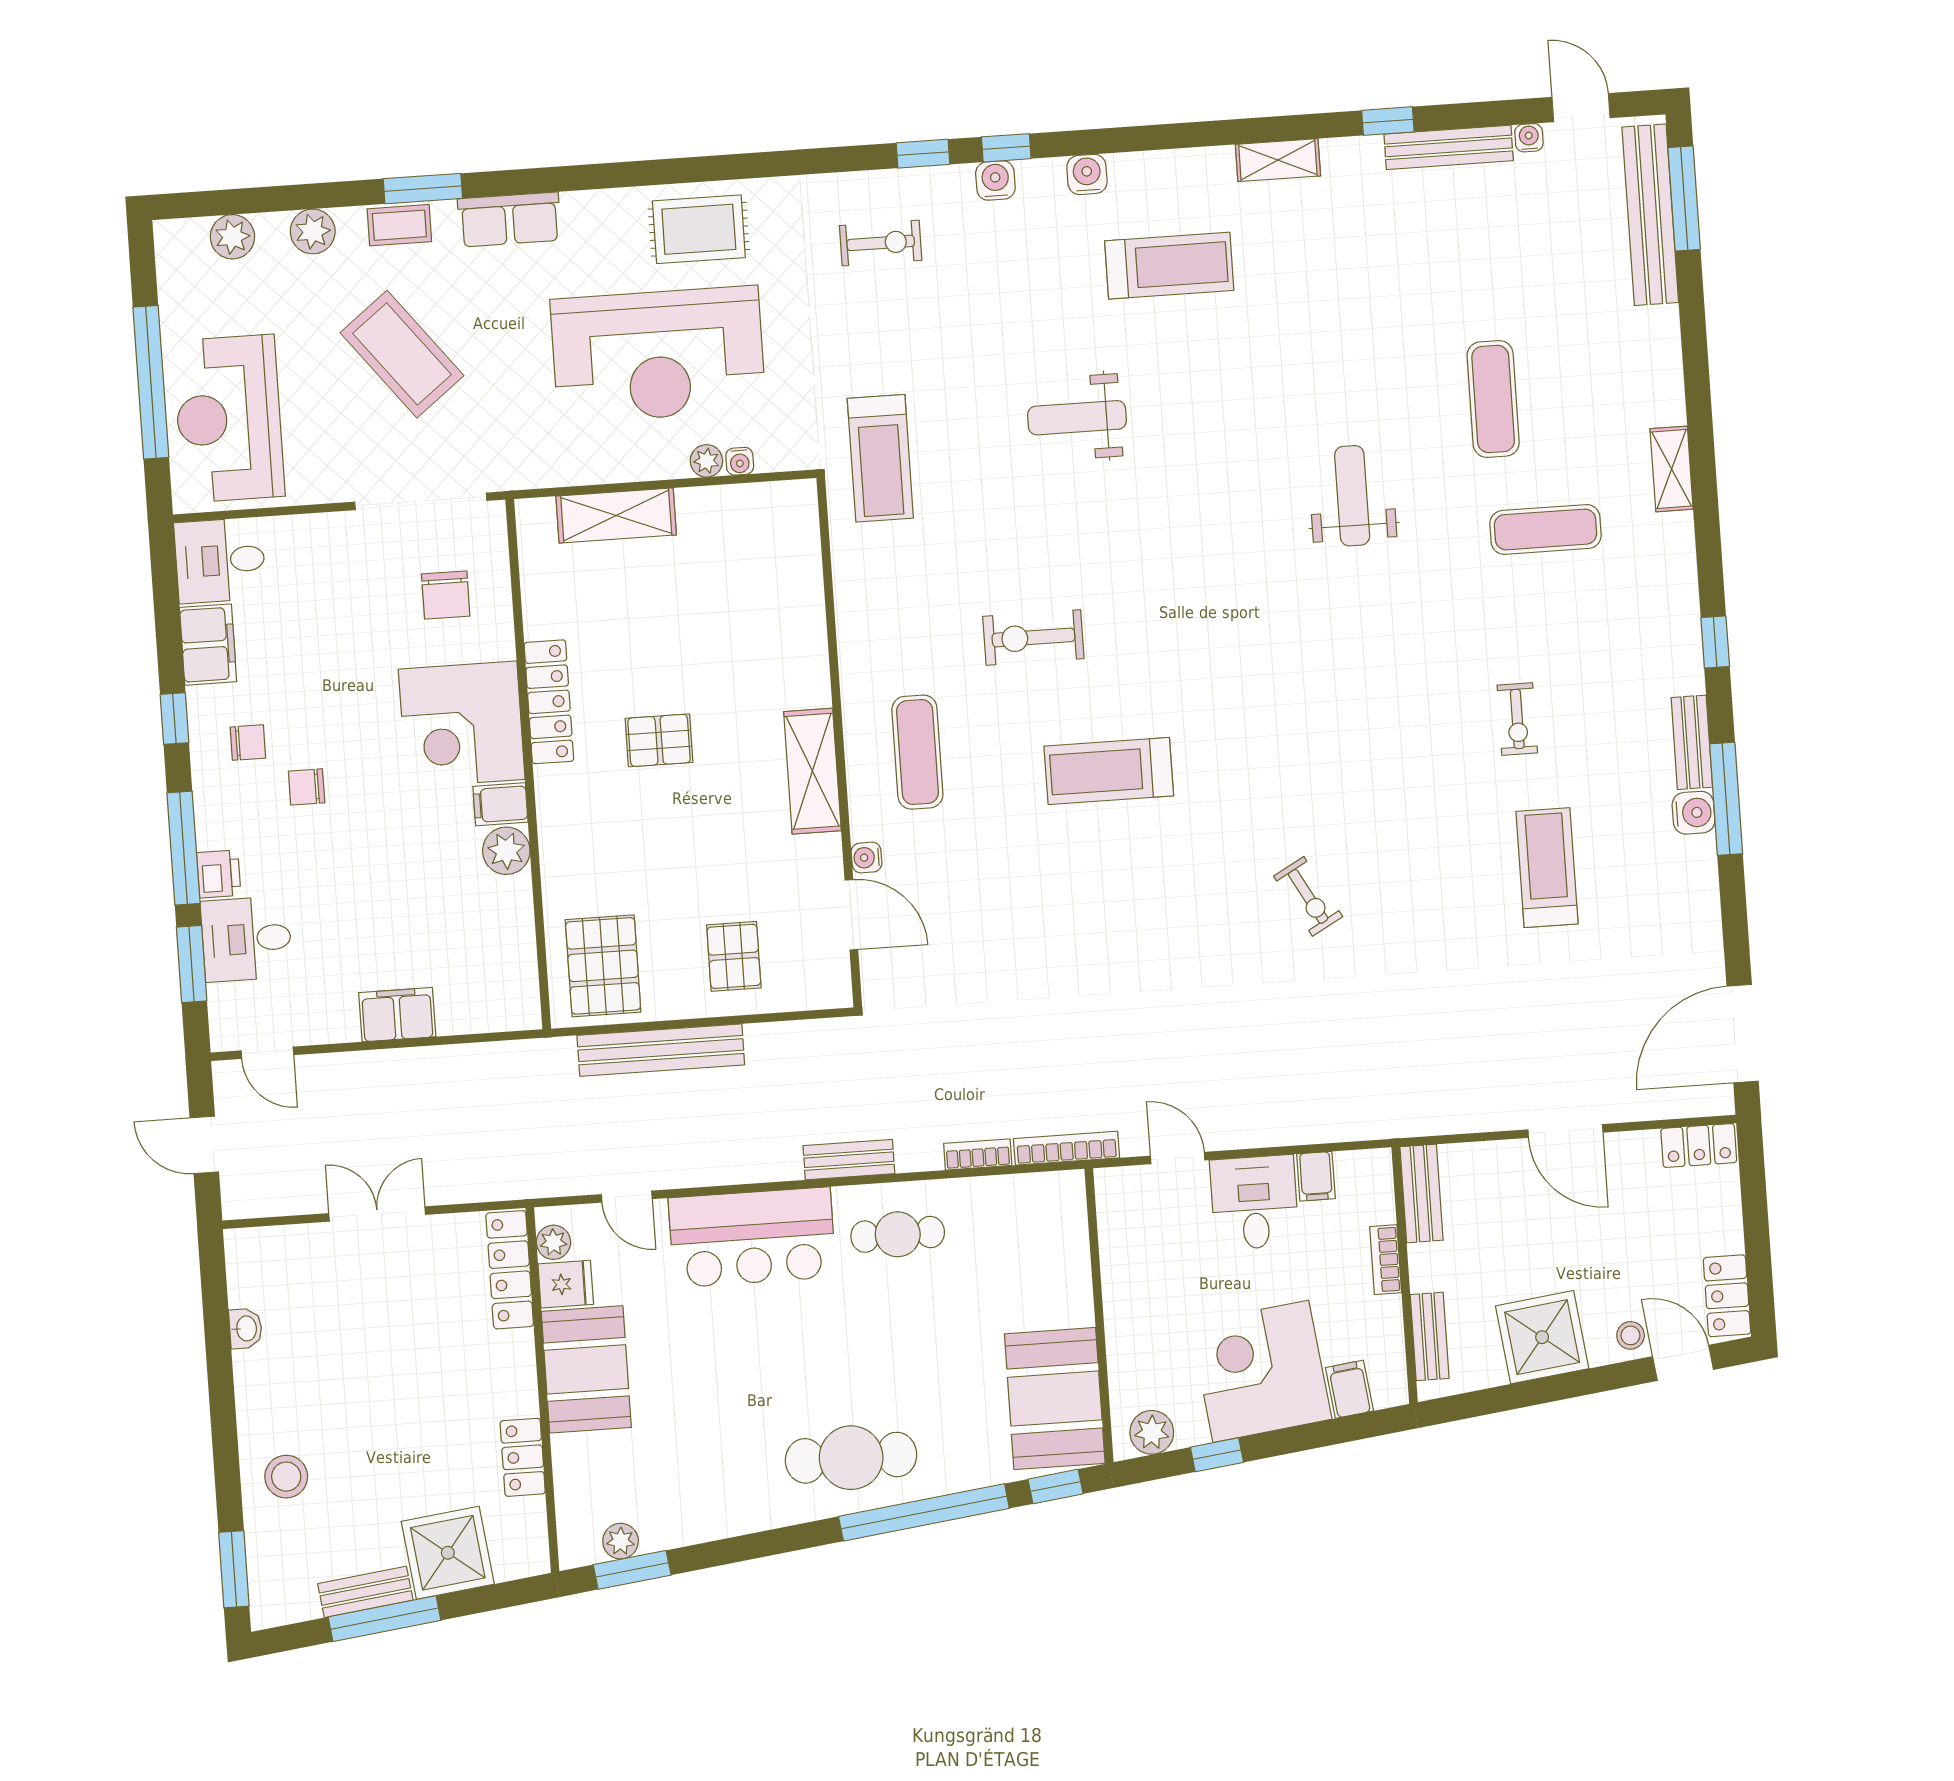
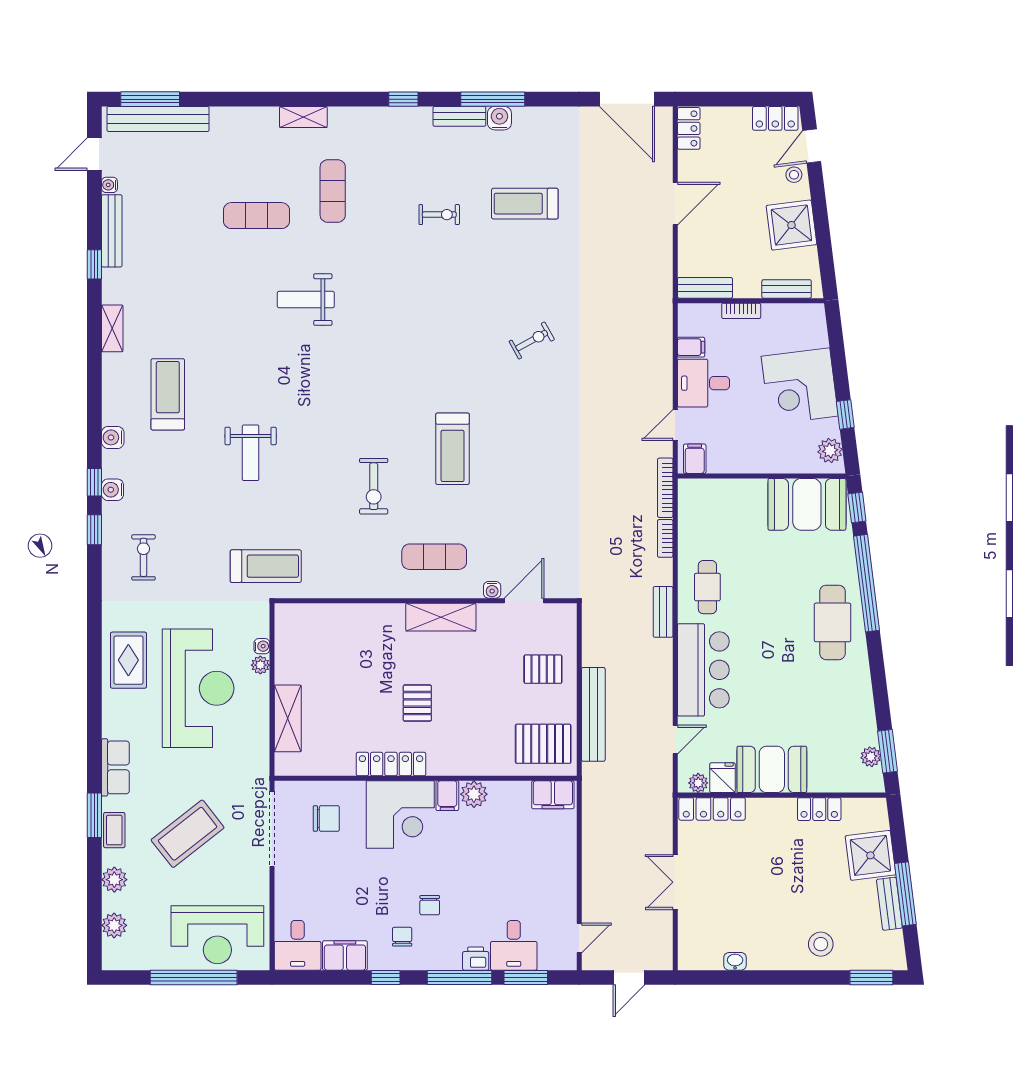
filing cabinet: (397, 1015) -> (553, 795), moved, turned -90
filing cabinet: (1349, 1389) -> (695, 459), moved, turned 97

